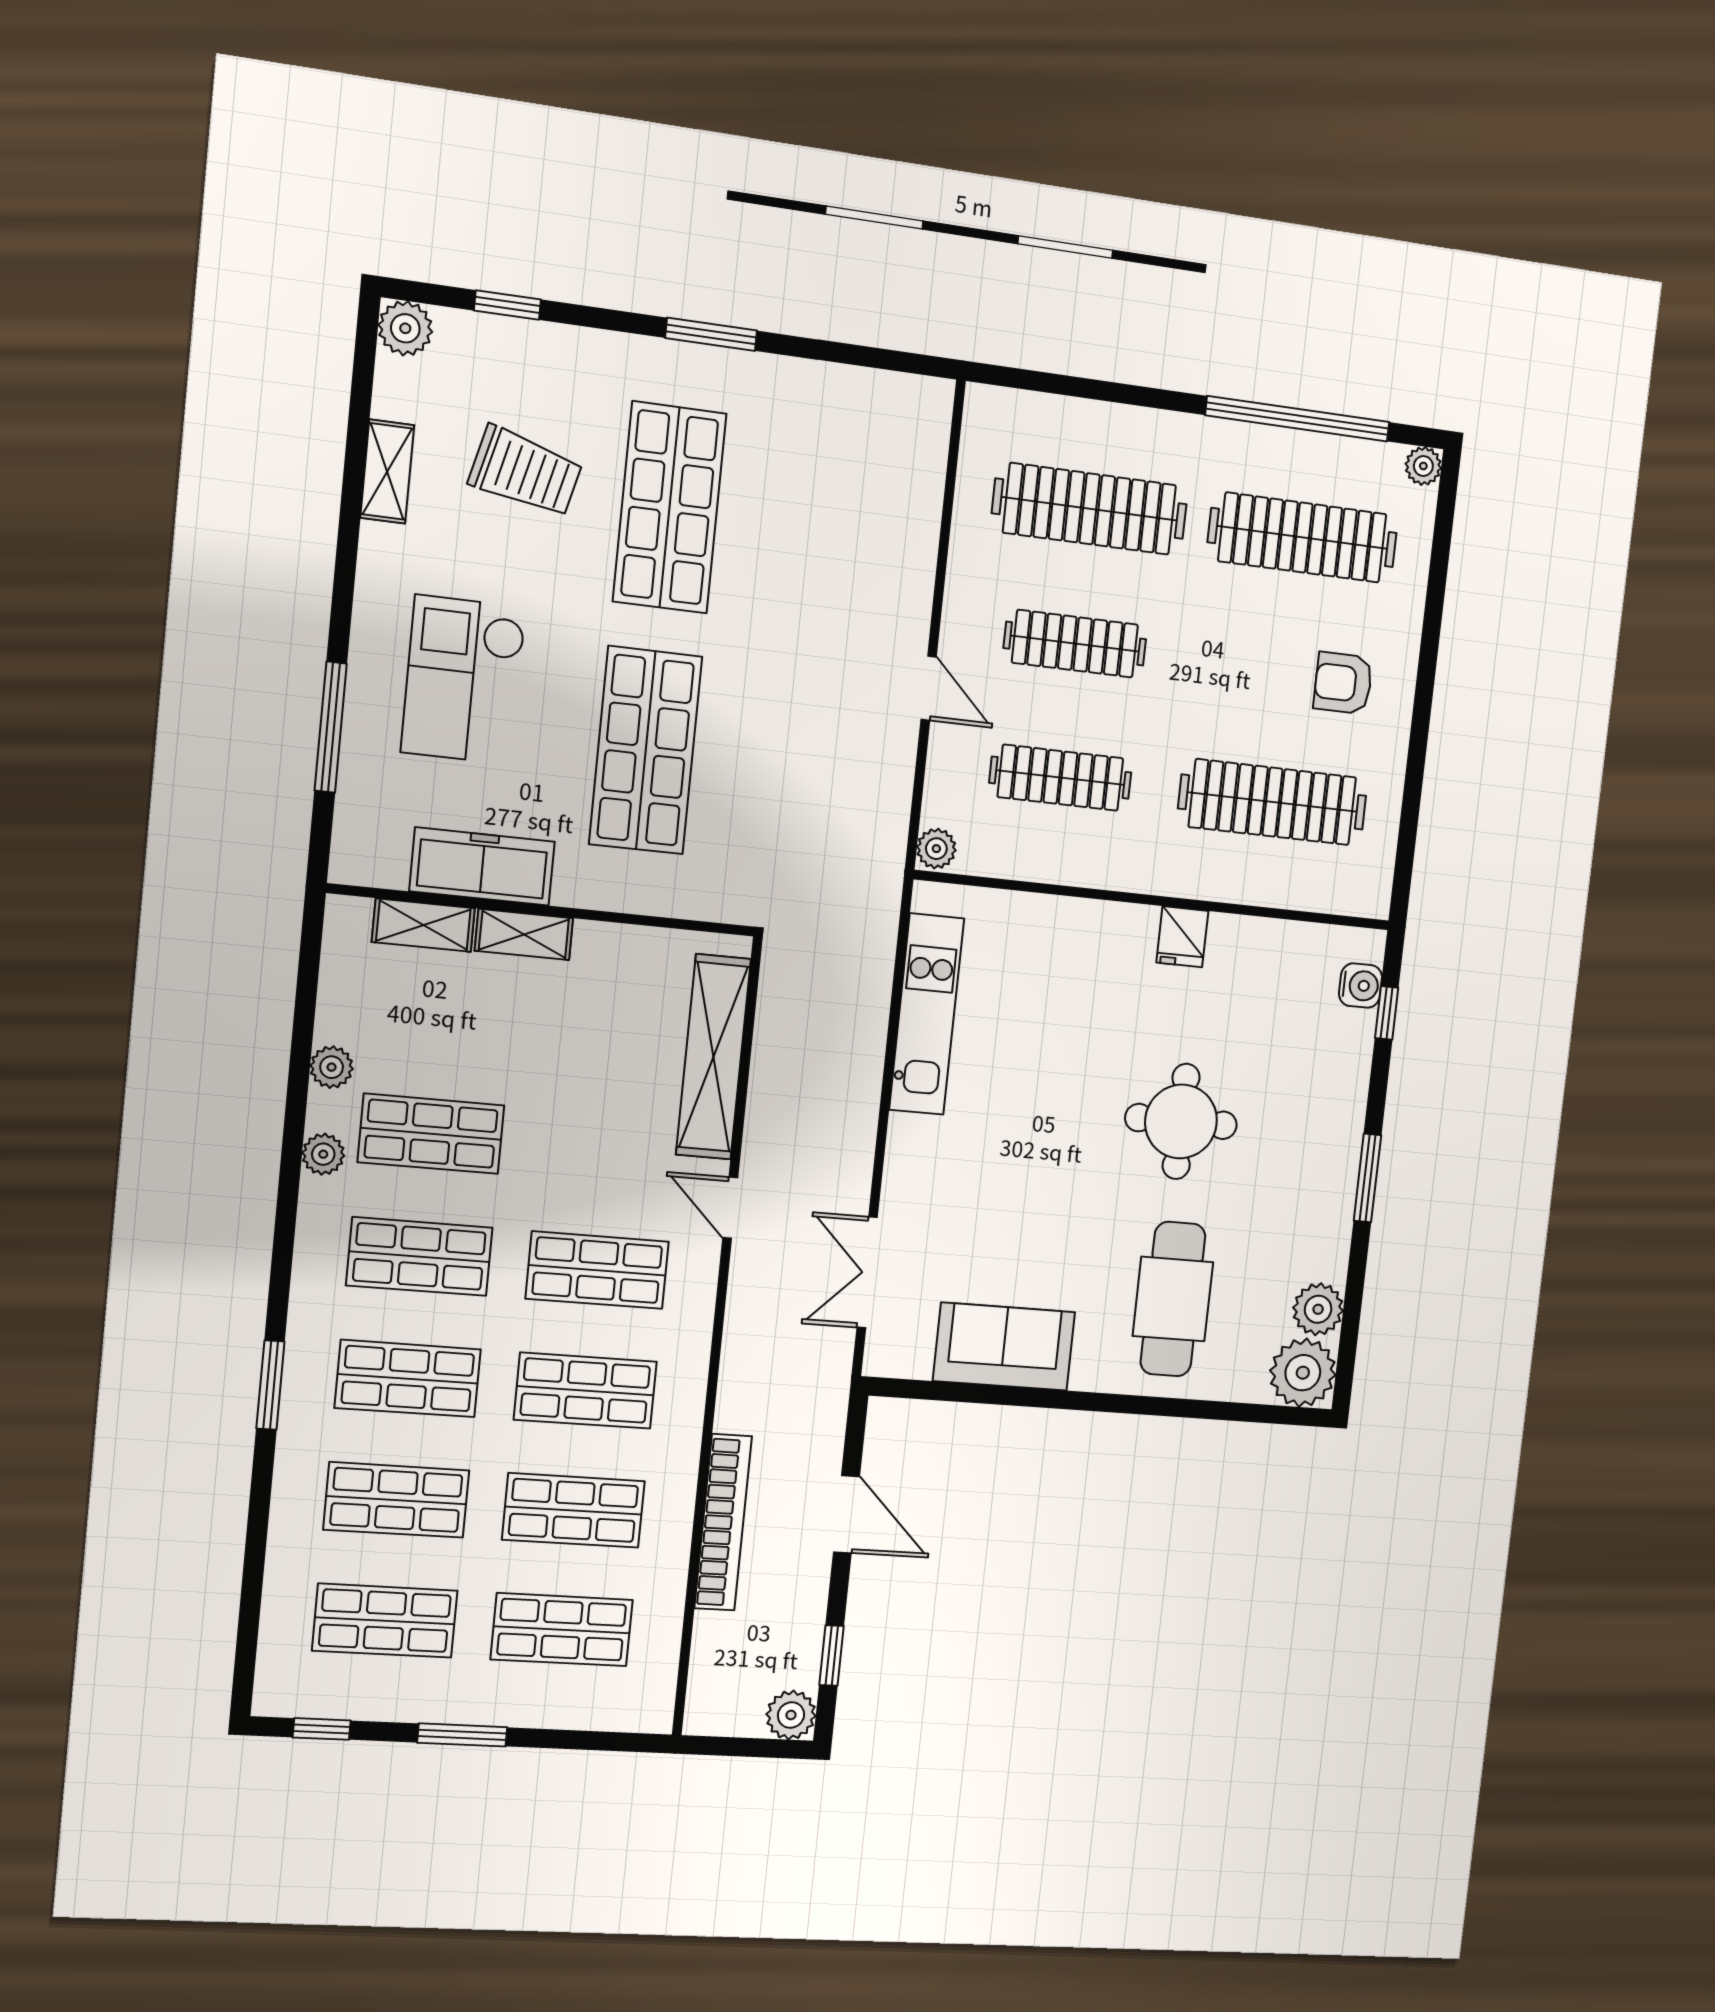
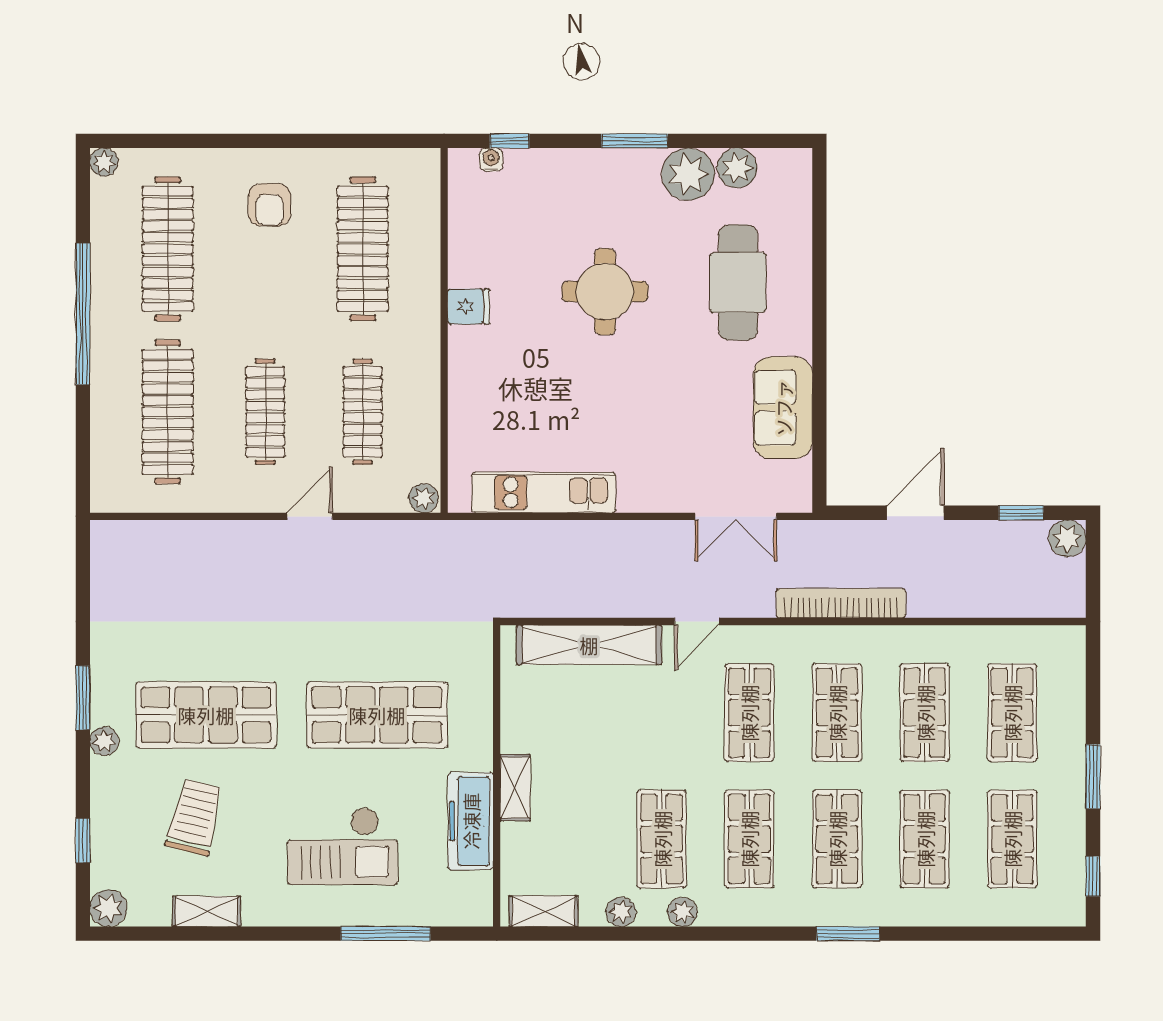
plant: (647, 356) -> (104, 741), added
window: (1298, 419) -> (83, 314), moved
shelving: (423, 925) -> (544, 911), moved, turned 90
water cooler: (1360, 986) -> (491, 160), width x0.72, depth x0.72
cafe table: (1173, 1299) -> (738, 282), turned 90
plant: (1303, 1373) -> (688, 174), moved
bookcase: (723, 1522) -> (841, 603), moved

